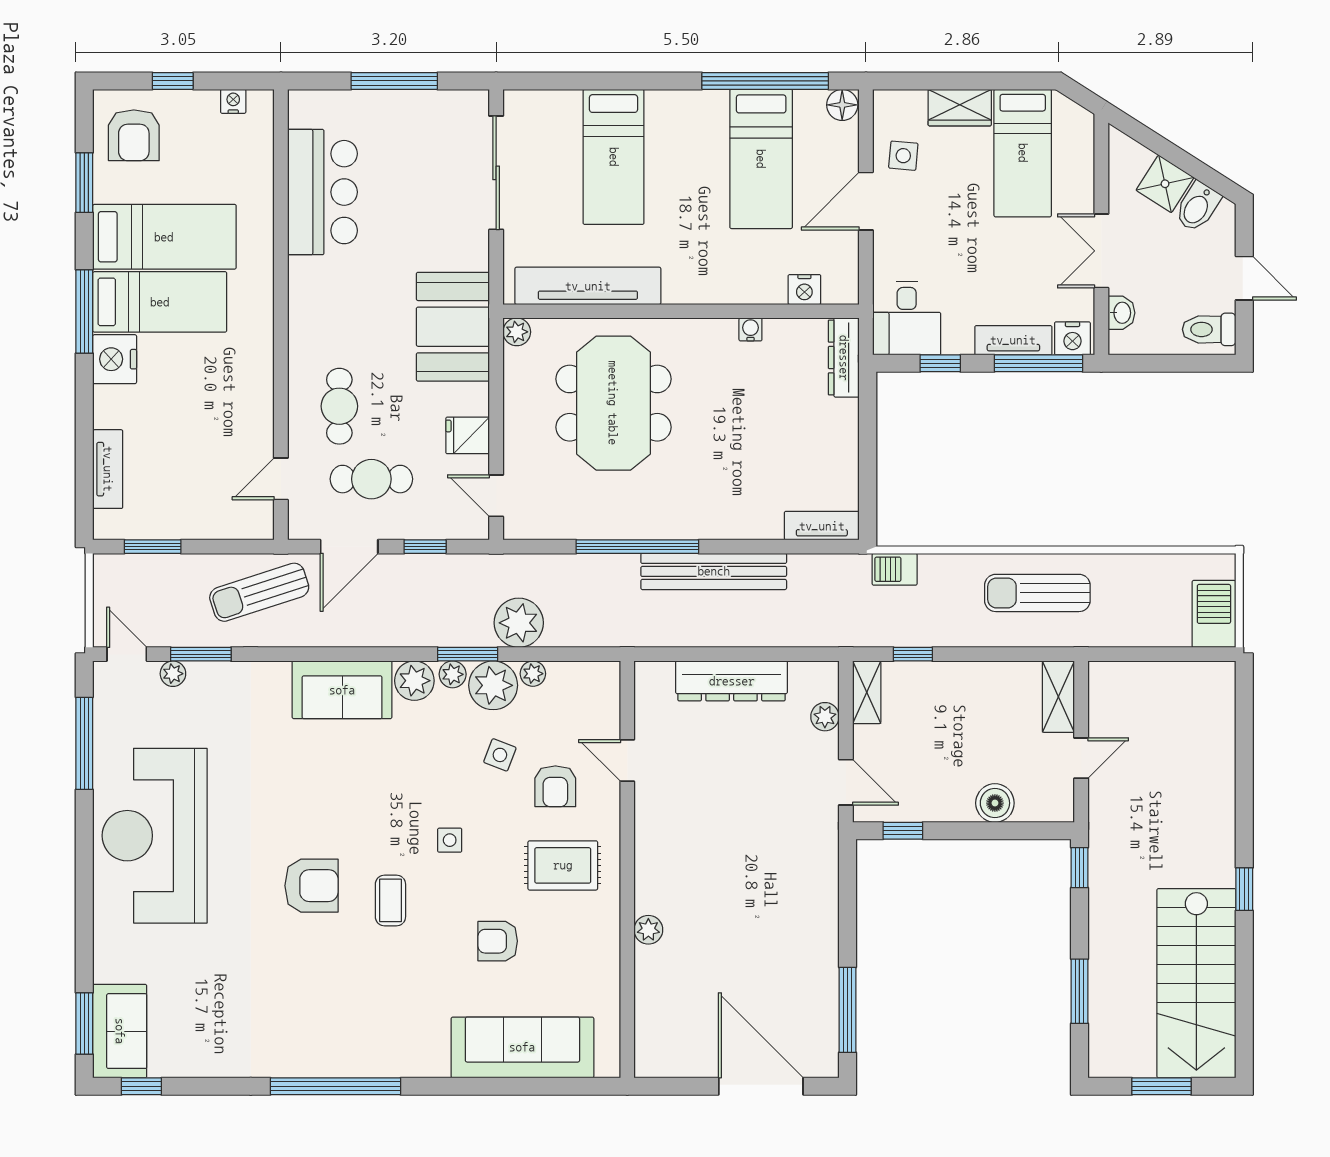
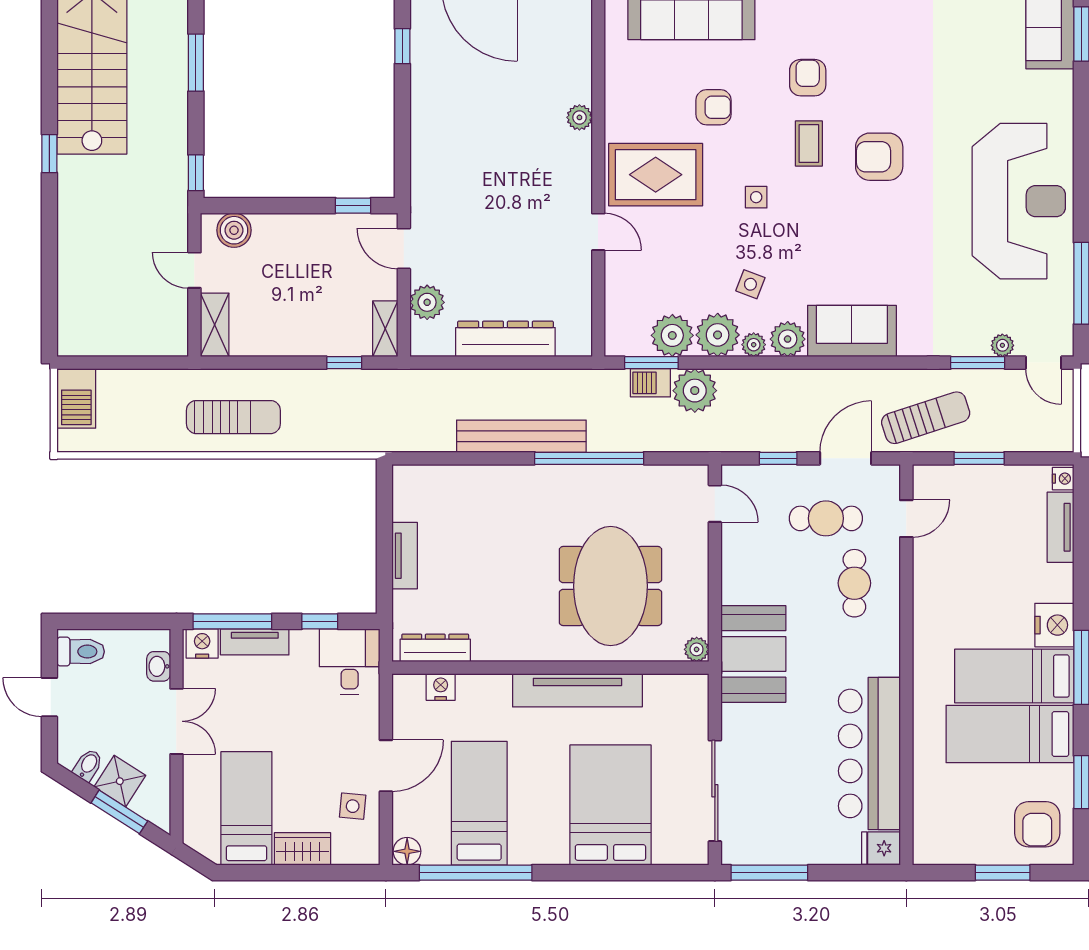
window: (173, 81) -> (1003, 873), width x1.50
window: (394, 81) -> (769, 873), moved
nightstand: (233, 101) -> (1063, 479), moved, turned -90
armchair: (134, 135) -> (1037, 824), turned 180
window: (1166, 149) -> (119, 812), added
bed: (614, 157) -> (610, 805), width x1.50
bar counter: (323, 192) -> (869, 753), width x1.36
bidet: (1198, 207) -> (88, 765), width x0.72, depth x0.74
tv unit: (588, 286) -> (577, 690), moved
water cooler: (750, 329) -> (489, 652), removed
dresser: (844, 358) -> (435, 648), moved, turned -90
fridge: (468, 435) -> (881, 848), moved, turned 180
tv unit: (822, 526) -> (405, 556), moved, turned -90
window: (153, 547) -> (979, 458), moved
barbecue: (895, 569) -> (650, 383), moved, turned 180
window: (468, 654) -> (651, 363), moved
plant: (533, 674) -> (672, 335), width x1.88, depth x1.88
plant: (825, 717) -> (427, 302), width x1.38, depth x1.38
side table: (500, 755) -> (750, 284), moved
door: (1081, 758) -> (194, 270), hinge flipped
door: (627, 761) -> (598, 232), moved
armchair: (555, 786) -> (808, 78), moved
boiler: (995, 803) -> (234, 230), moved
rug: (563, 865) -> (656, 175), width x1.36, depth x1.43
window: (847, 1010) -> (402, 46), width x0.46

